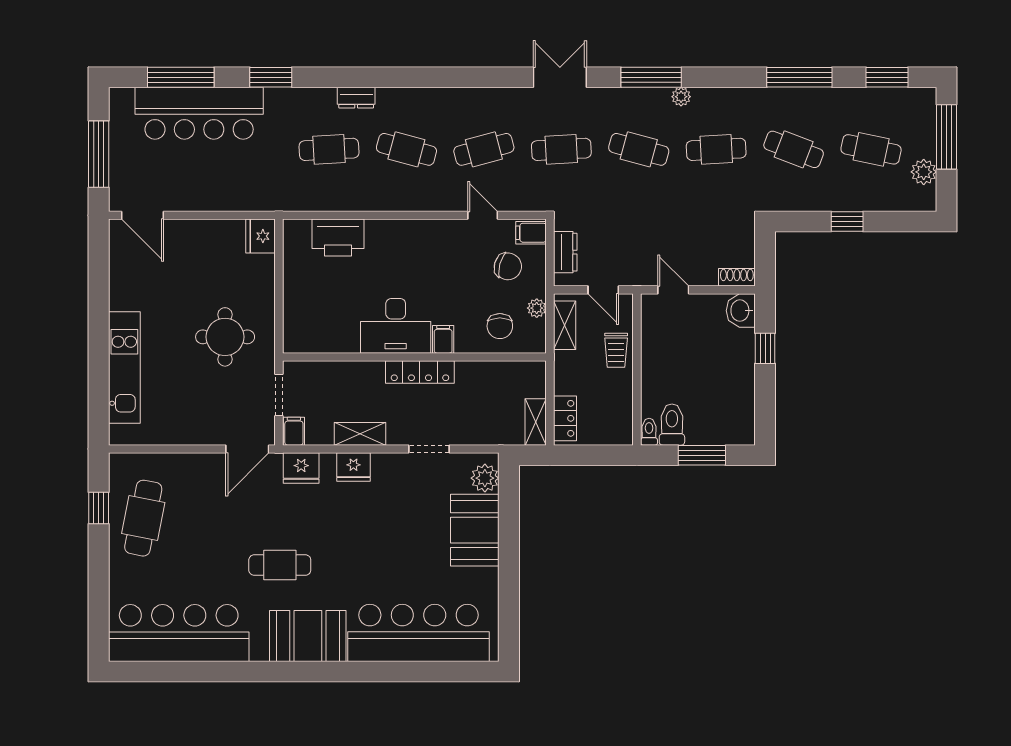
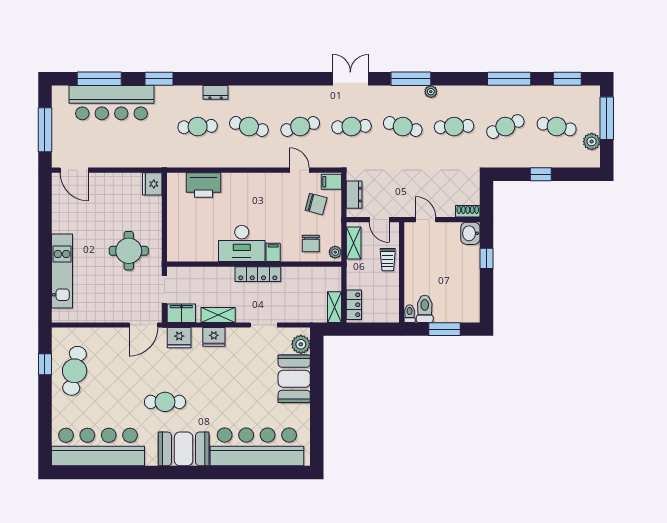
cafe table: (794, 149) -> (505, 127), turned -45
plant: (537, 308) -> (335, 252), moved
filing cabinet: (294, 431) -> (181, 313), width x2.00

